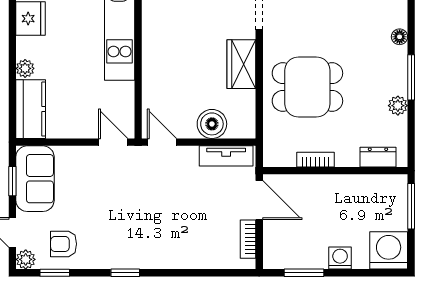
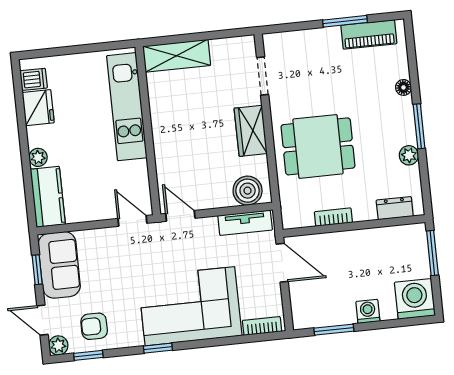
boiler: (212, 124) -> (248, 191), moved
corner sofa: (162, 234) -> (190, 306), added
bookcase: (248, 239) -> (262, 326), moved, turned 90

